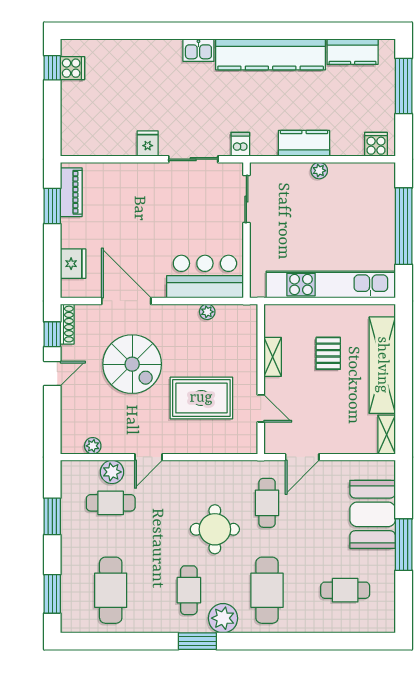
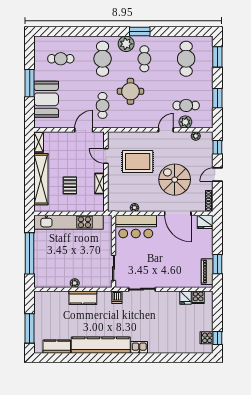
fridge: (148, 144) -> (186, 298), moved
cooker: (376, 144) -> (198, 297), moved
fridge: (73, 264) -> (205, 222), moved, turned -90
window: (52, 334) -> (217, 147), moved

